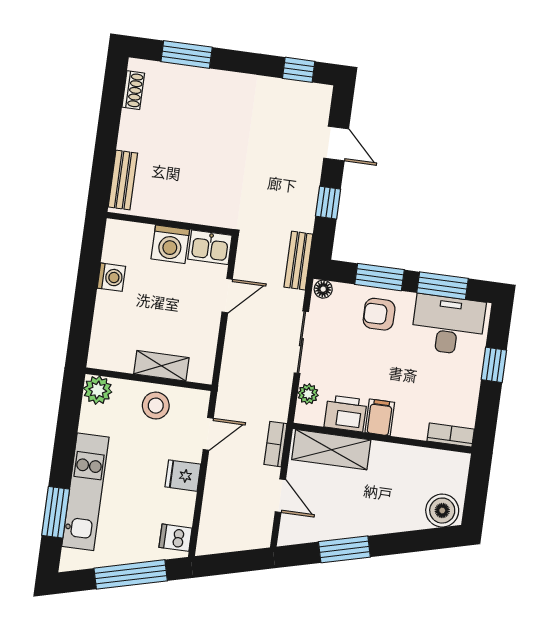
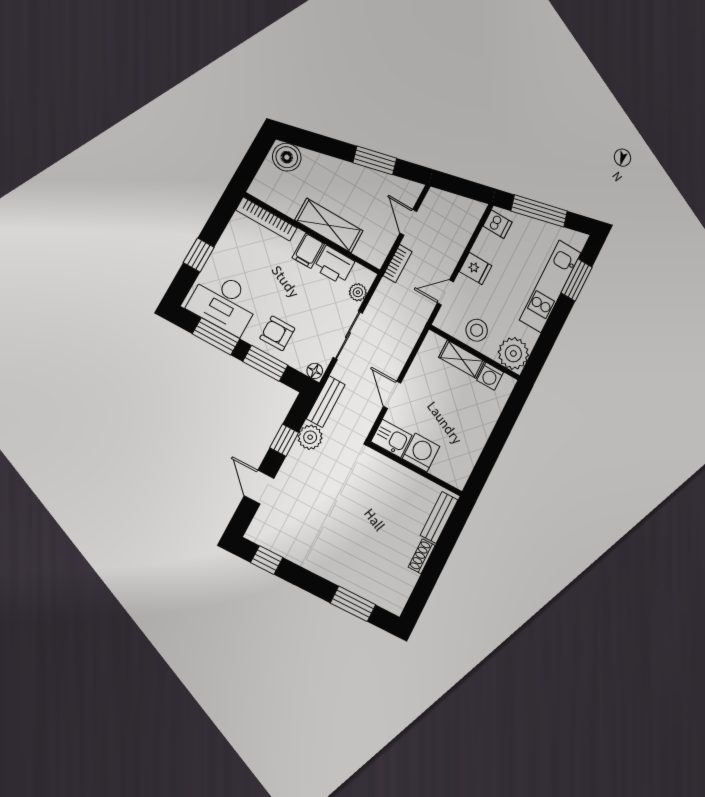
shoe rack: (133, 90) -> (422, 556), moved
plant: (301, 216) -> (310, 437), added
washing machine: (111, 277) -> (490, 376), moved, turned -90
door: (227, 296) -> (392, 395), hinge flipped
armchair: (379, 314) -> (277, 333), turned 180
plant: (98, 390) -> (513, 353), width x1.36, depth x1.36
bookcase: (451, 435) -> (267, 219), width x1.56
shelving: (331, 450) -> (329, 225), moved

